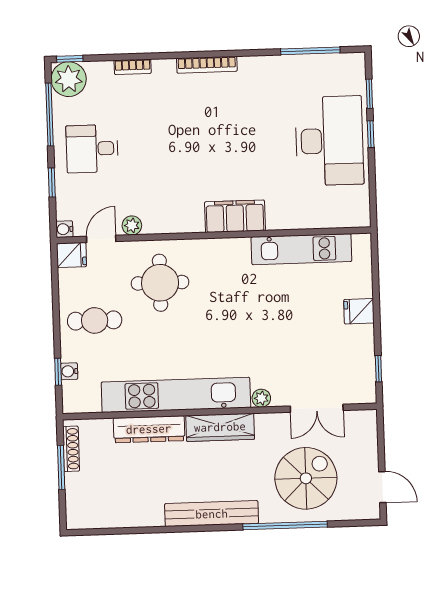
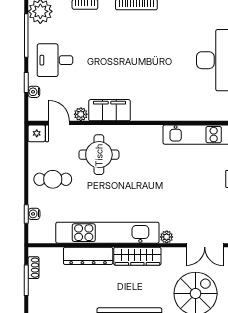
filing cabinet: (235, 216) -> (110, 110), moved
water cooler: (64, 229) -> (34, 92), moved
door: (101, 239) -> (59, 123), hinge flipped
shoe rack: (71, 449) -> (34, 268), width x0.70

